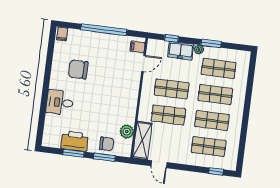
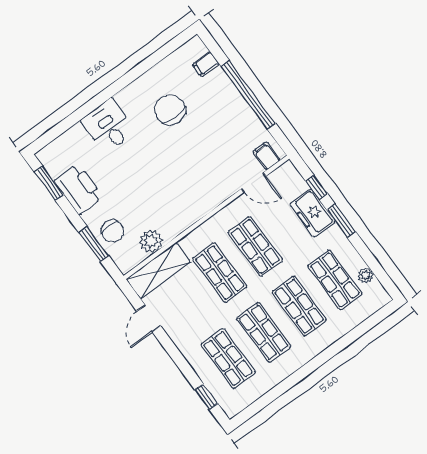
filing cabinet: (62, 34) -> (206, 64), moved
window: (211, 43) -> (341, 221), moved
plant: (199, 50) -> (366, 275), moved
window: (74, 153) -> (49, 183), moved

